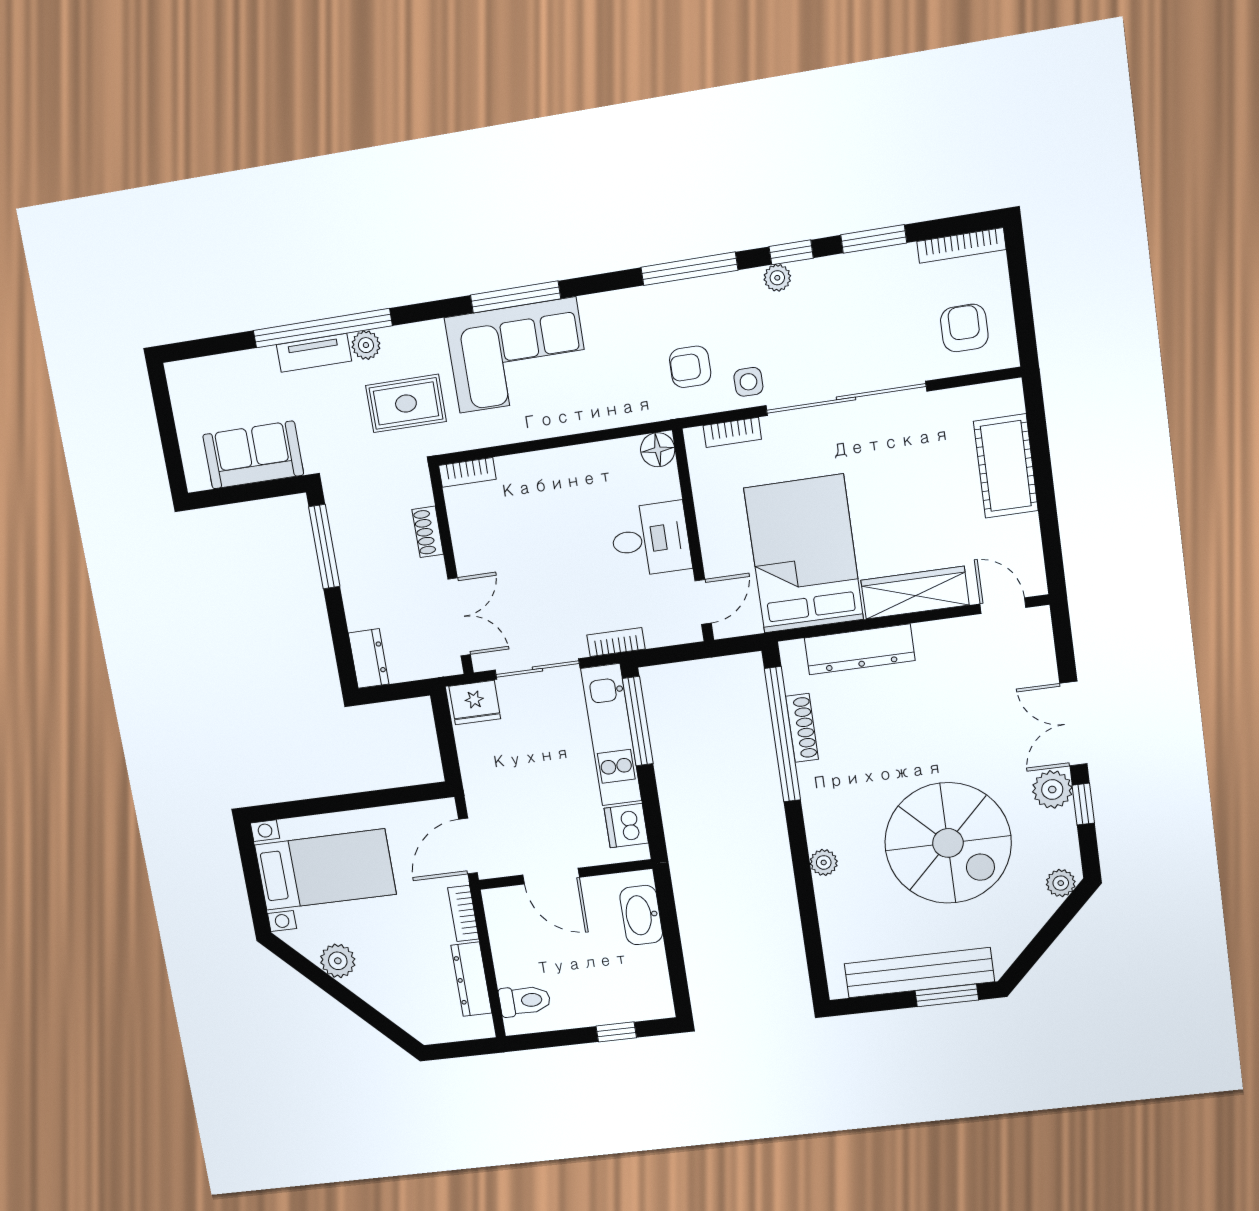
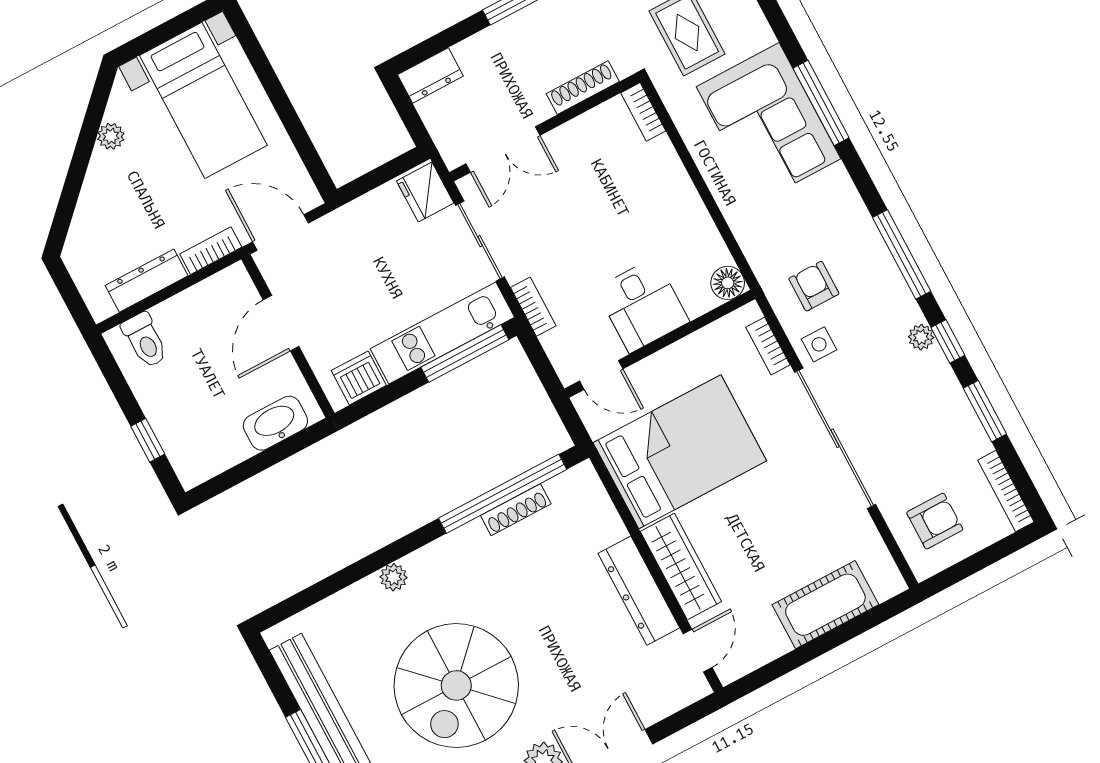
shoe rack: (428, 532) -> (583, 88), width x1.43
dresser: (860, 649) -> (639, 591), moved
plant: (338, 961) -> (111, 136), width x0.73, depth x0.73

